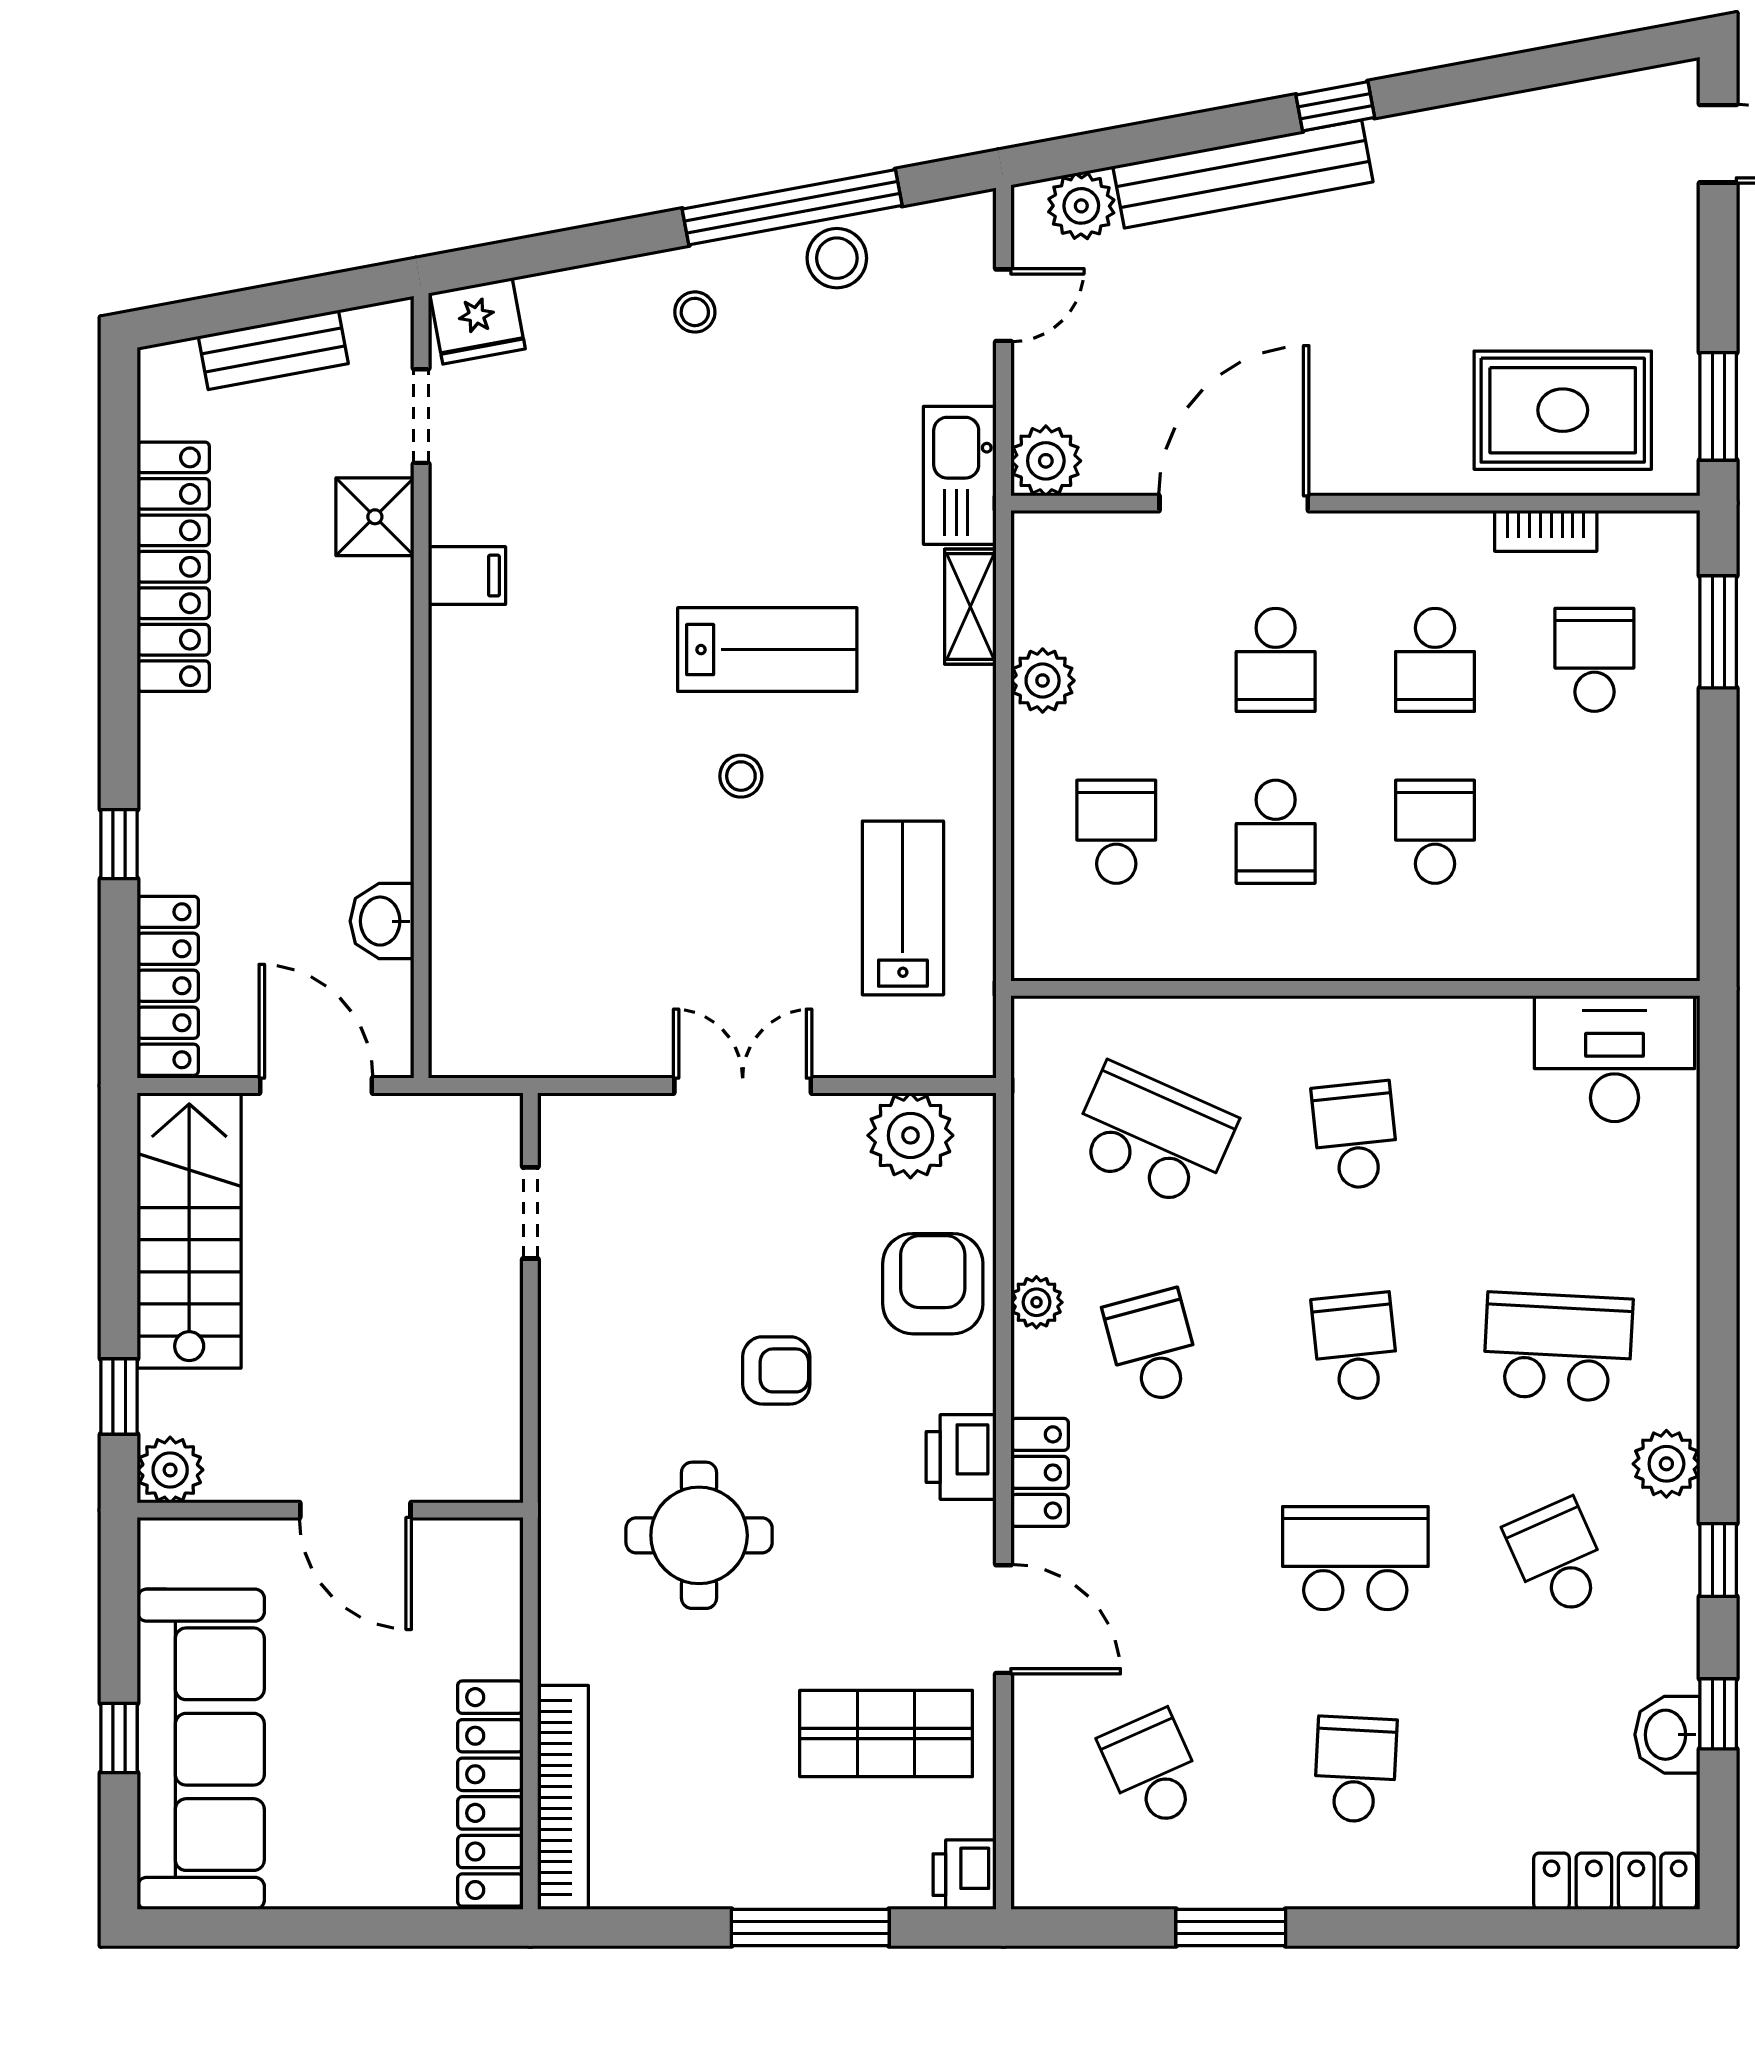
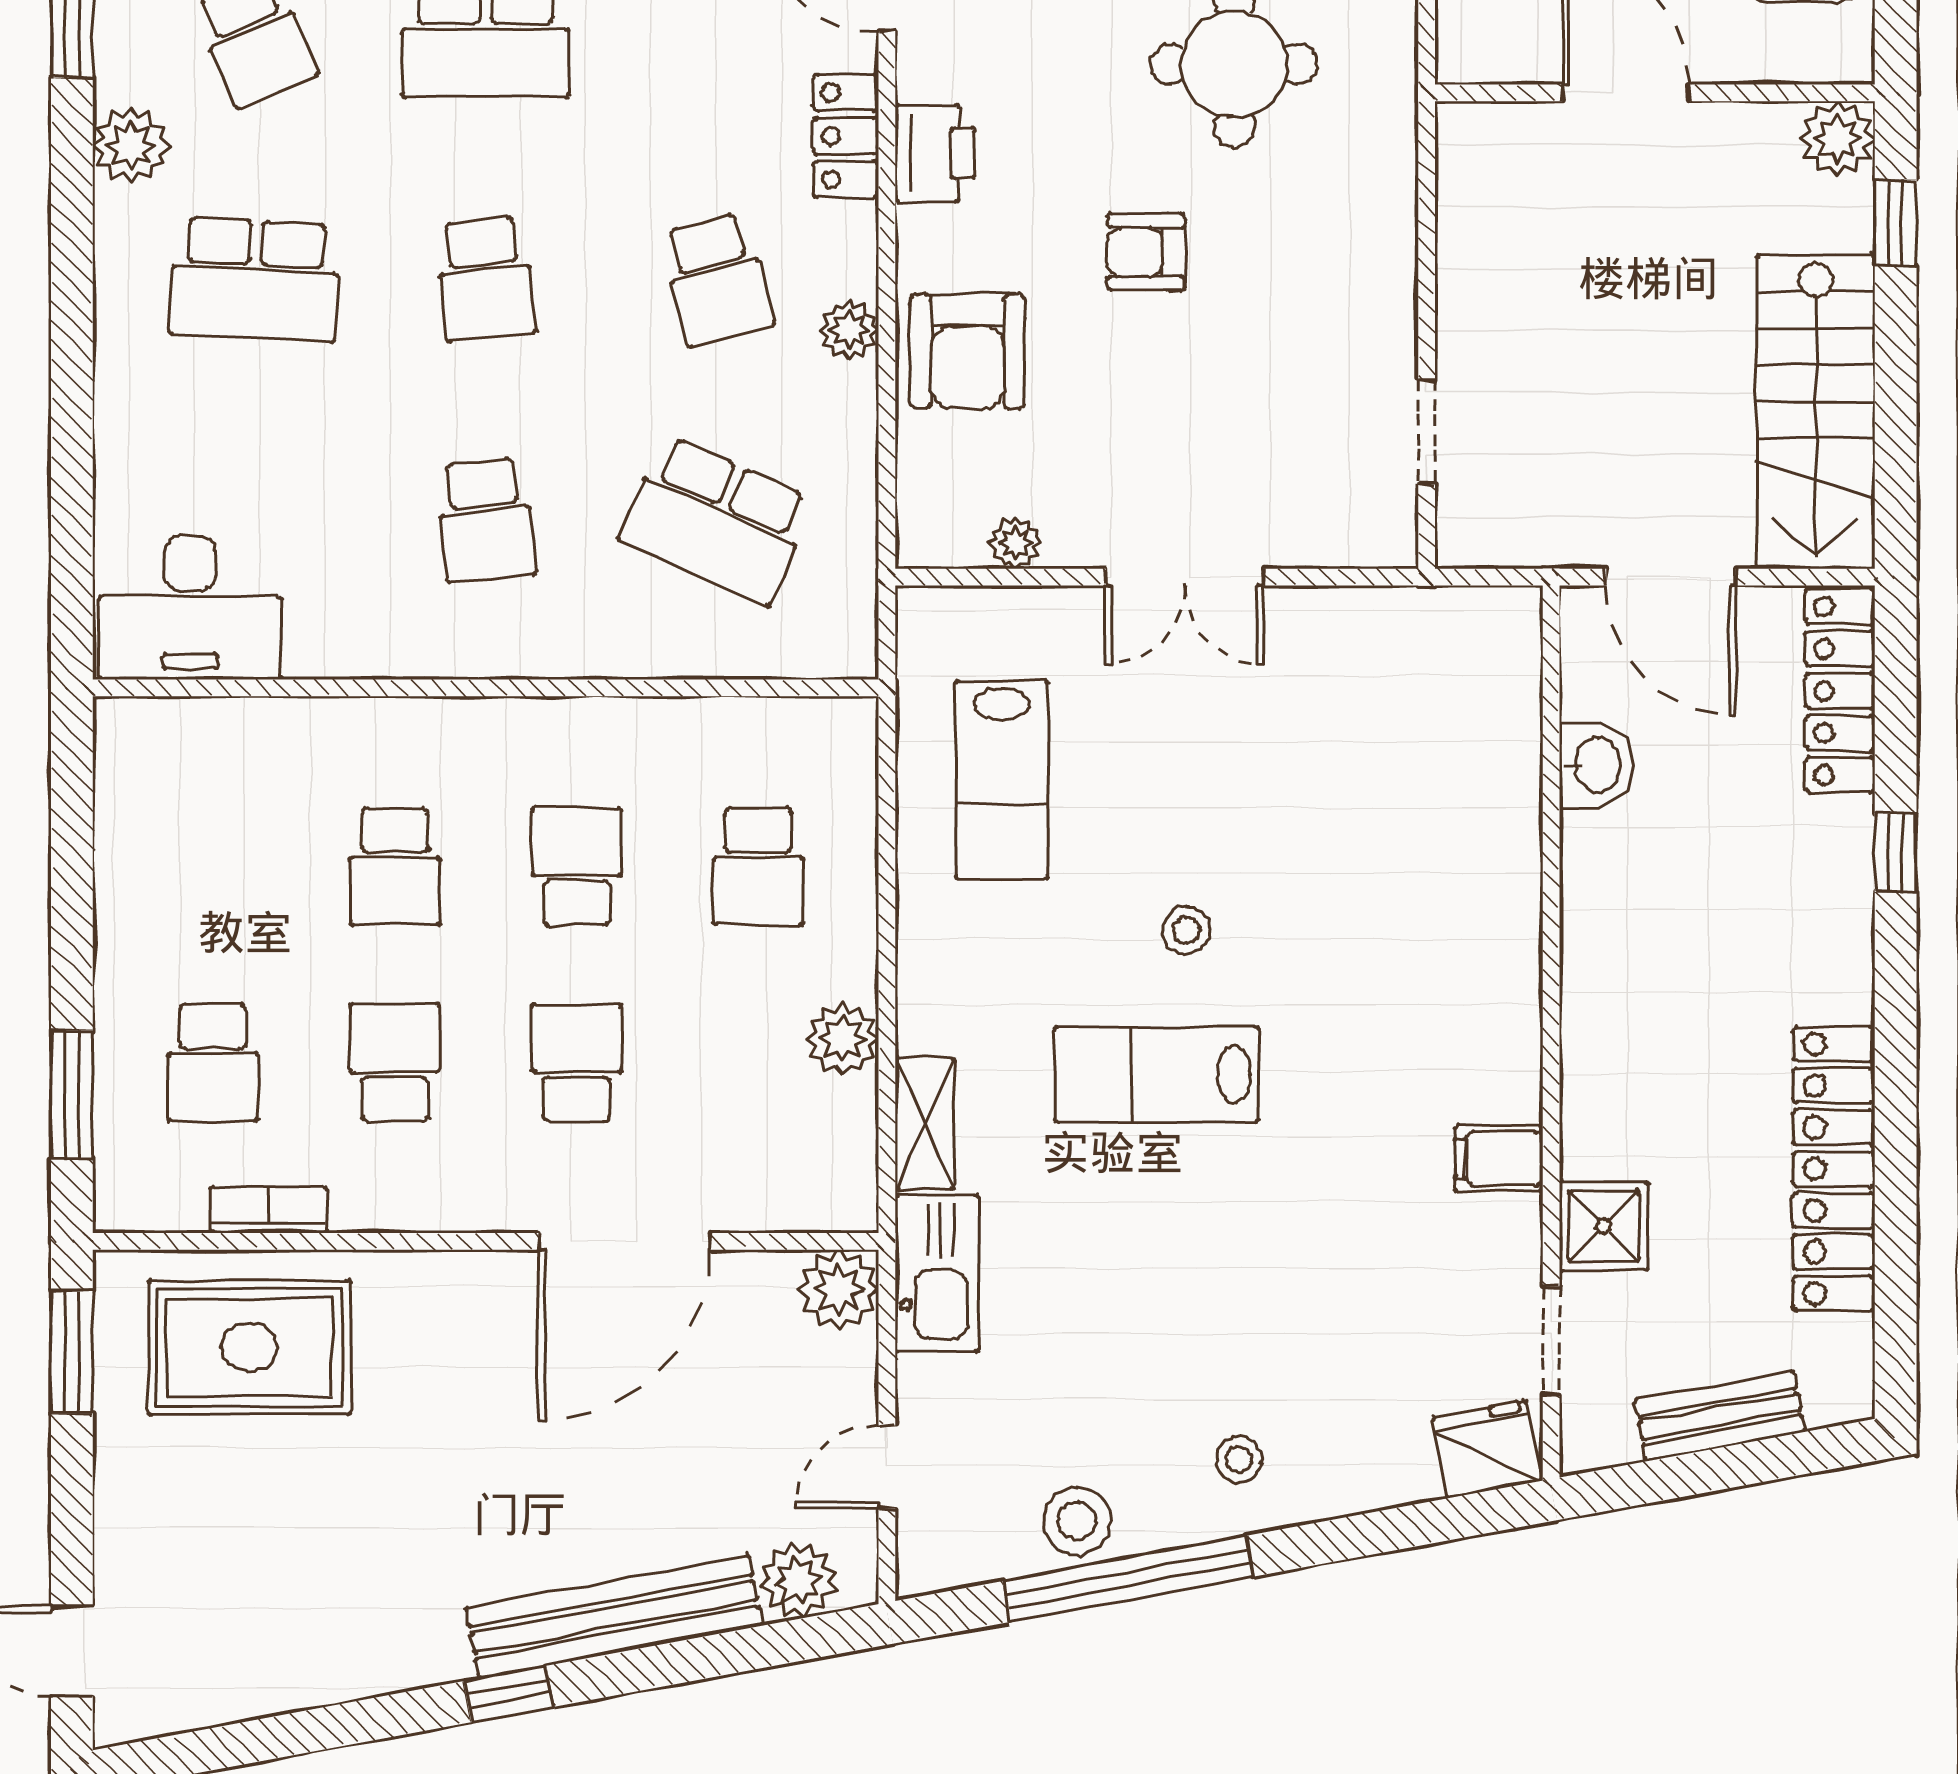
plant: (910, 1135) -> (1016, 543), width x0.53, depth x0.53

